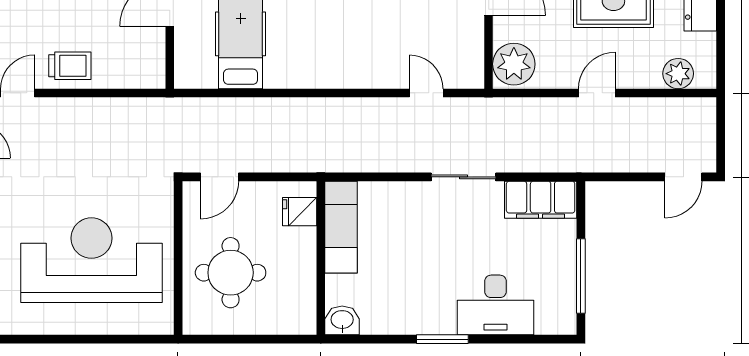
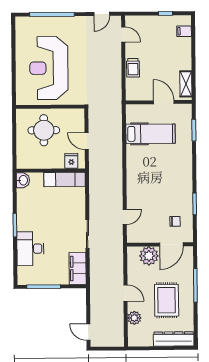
plant: (514, 64) -> (149, 256), moved
trolley: (70, 66) -> (133, 68), moved
plant: (678, 74) -> (134, 318), moved
door: (219, 177) -> (87, 141), moved
reception desk: (91, 260) -> (49, 68), turned 180

